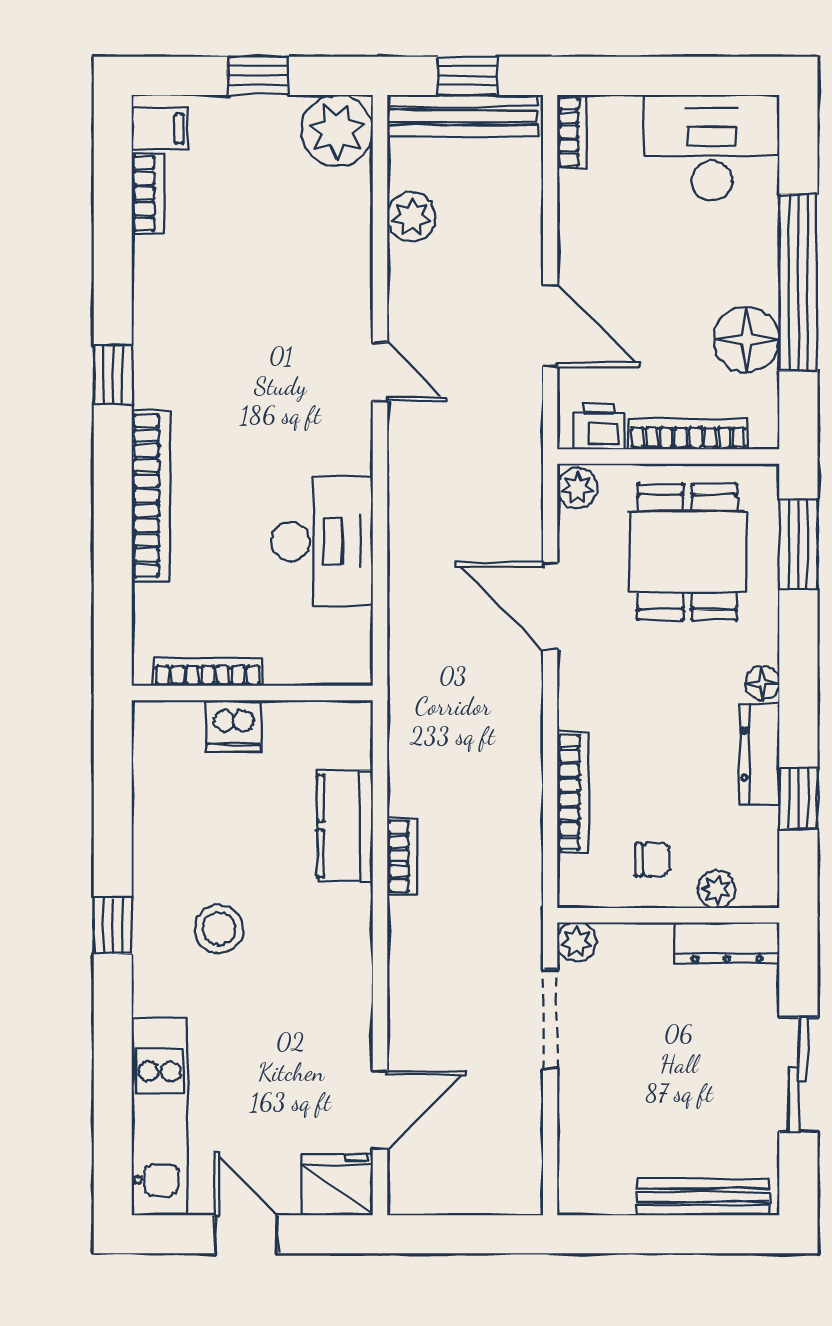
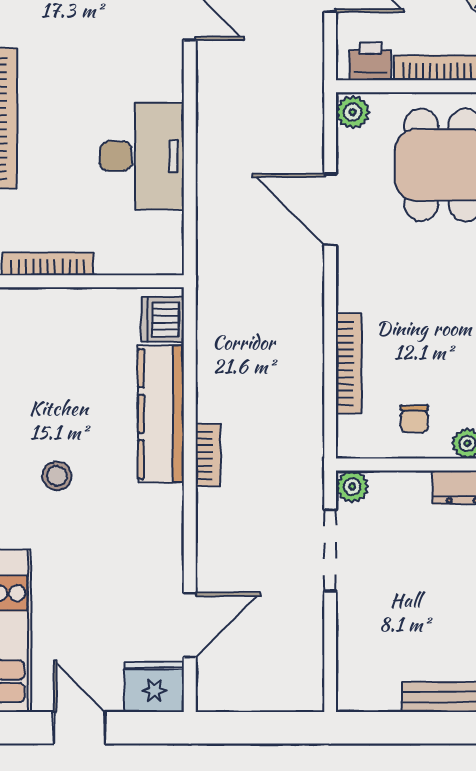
dishwasher: (233, 726) -> (163, 319), moved, turned 90
kitchen counter: (345, 826) -> (161, 414), width x1.50
bookcase: (402, 856) -> (208, 455), moved
chair: (652, 860) -> (414, 419), turned 90
stool: (219, 929) -> (57, 476), width x0.73, depth x0.73

